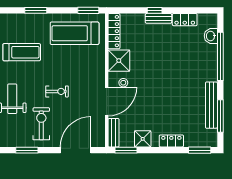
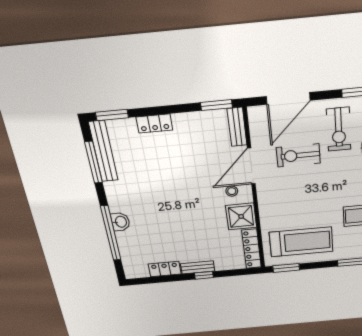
washbasin: (211, 36) -> (121, 222), moved
exercise bike: (57, 91) -> (298, 155), moved, width x1.38, depth x1.39
bench: (211, 105) -> (103, 151), moved
shower: (143, 139) -> (195, 123), removed

